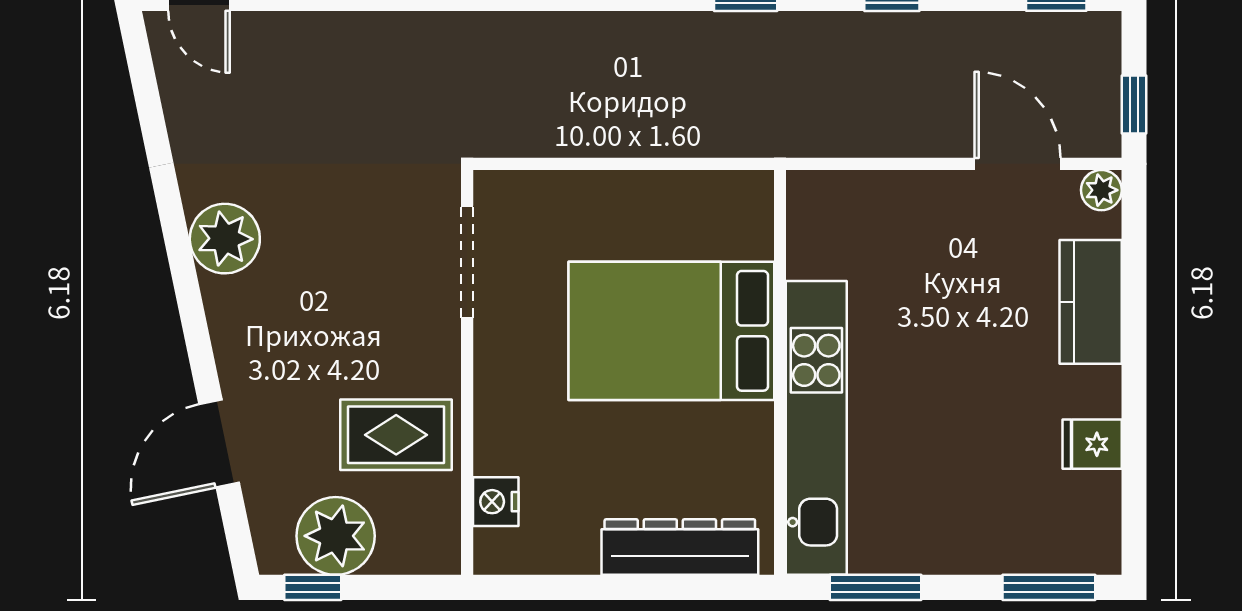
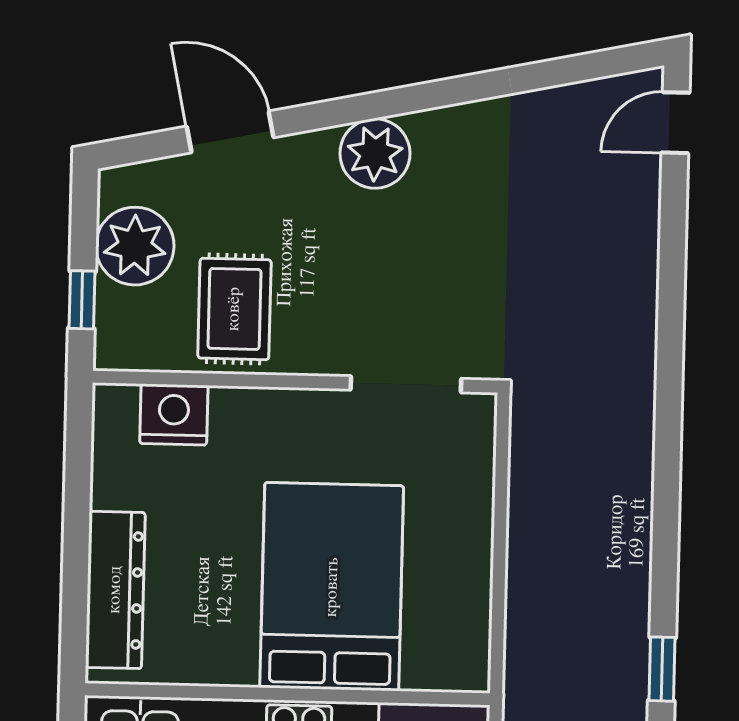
plant: (225, 239) -> (375, 154), moved
nightstand: (496, 502) -> (174, 415), width x1.36, depth x1.33
window: (313, 587) -> (82, 300), moved

